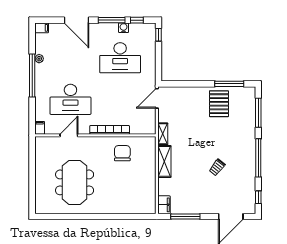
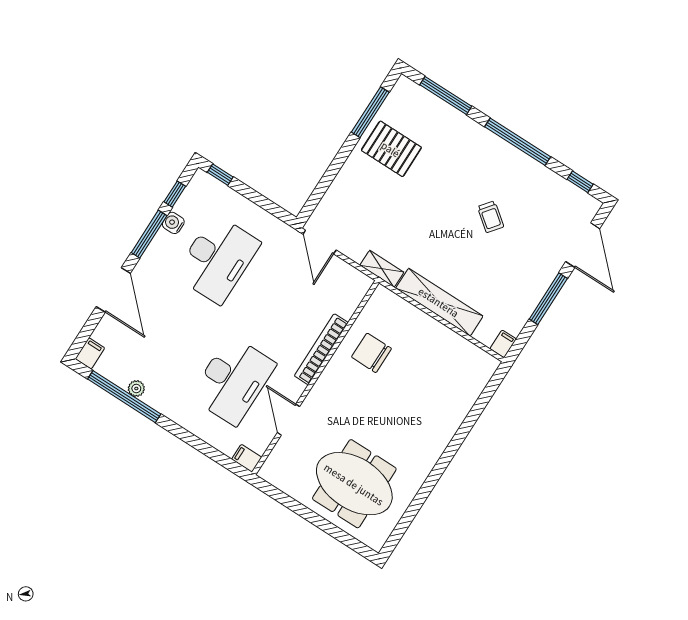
door: (77, 20) -> (113, 290), hinge flipped
window: (32, 76) -> (124, 397), moved
shelving: (164, 161) -> (439, 302), width x1.47
meeting table: (75, 182) -> (354, 484), moved
filing cabinet: (164, 205) -> (503, 344), width x0.50
window: (185, 217) -> (548, 299), moved

